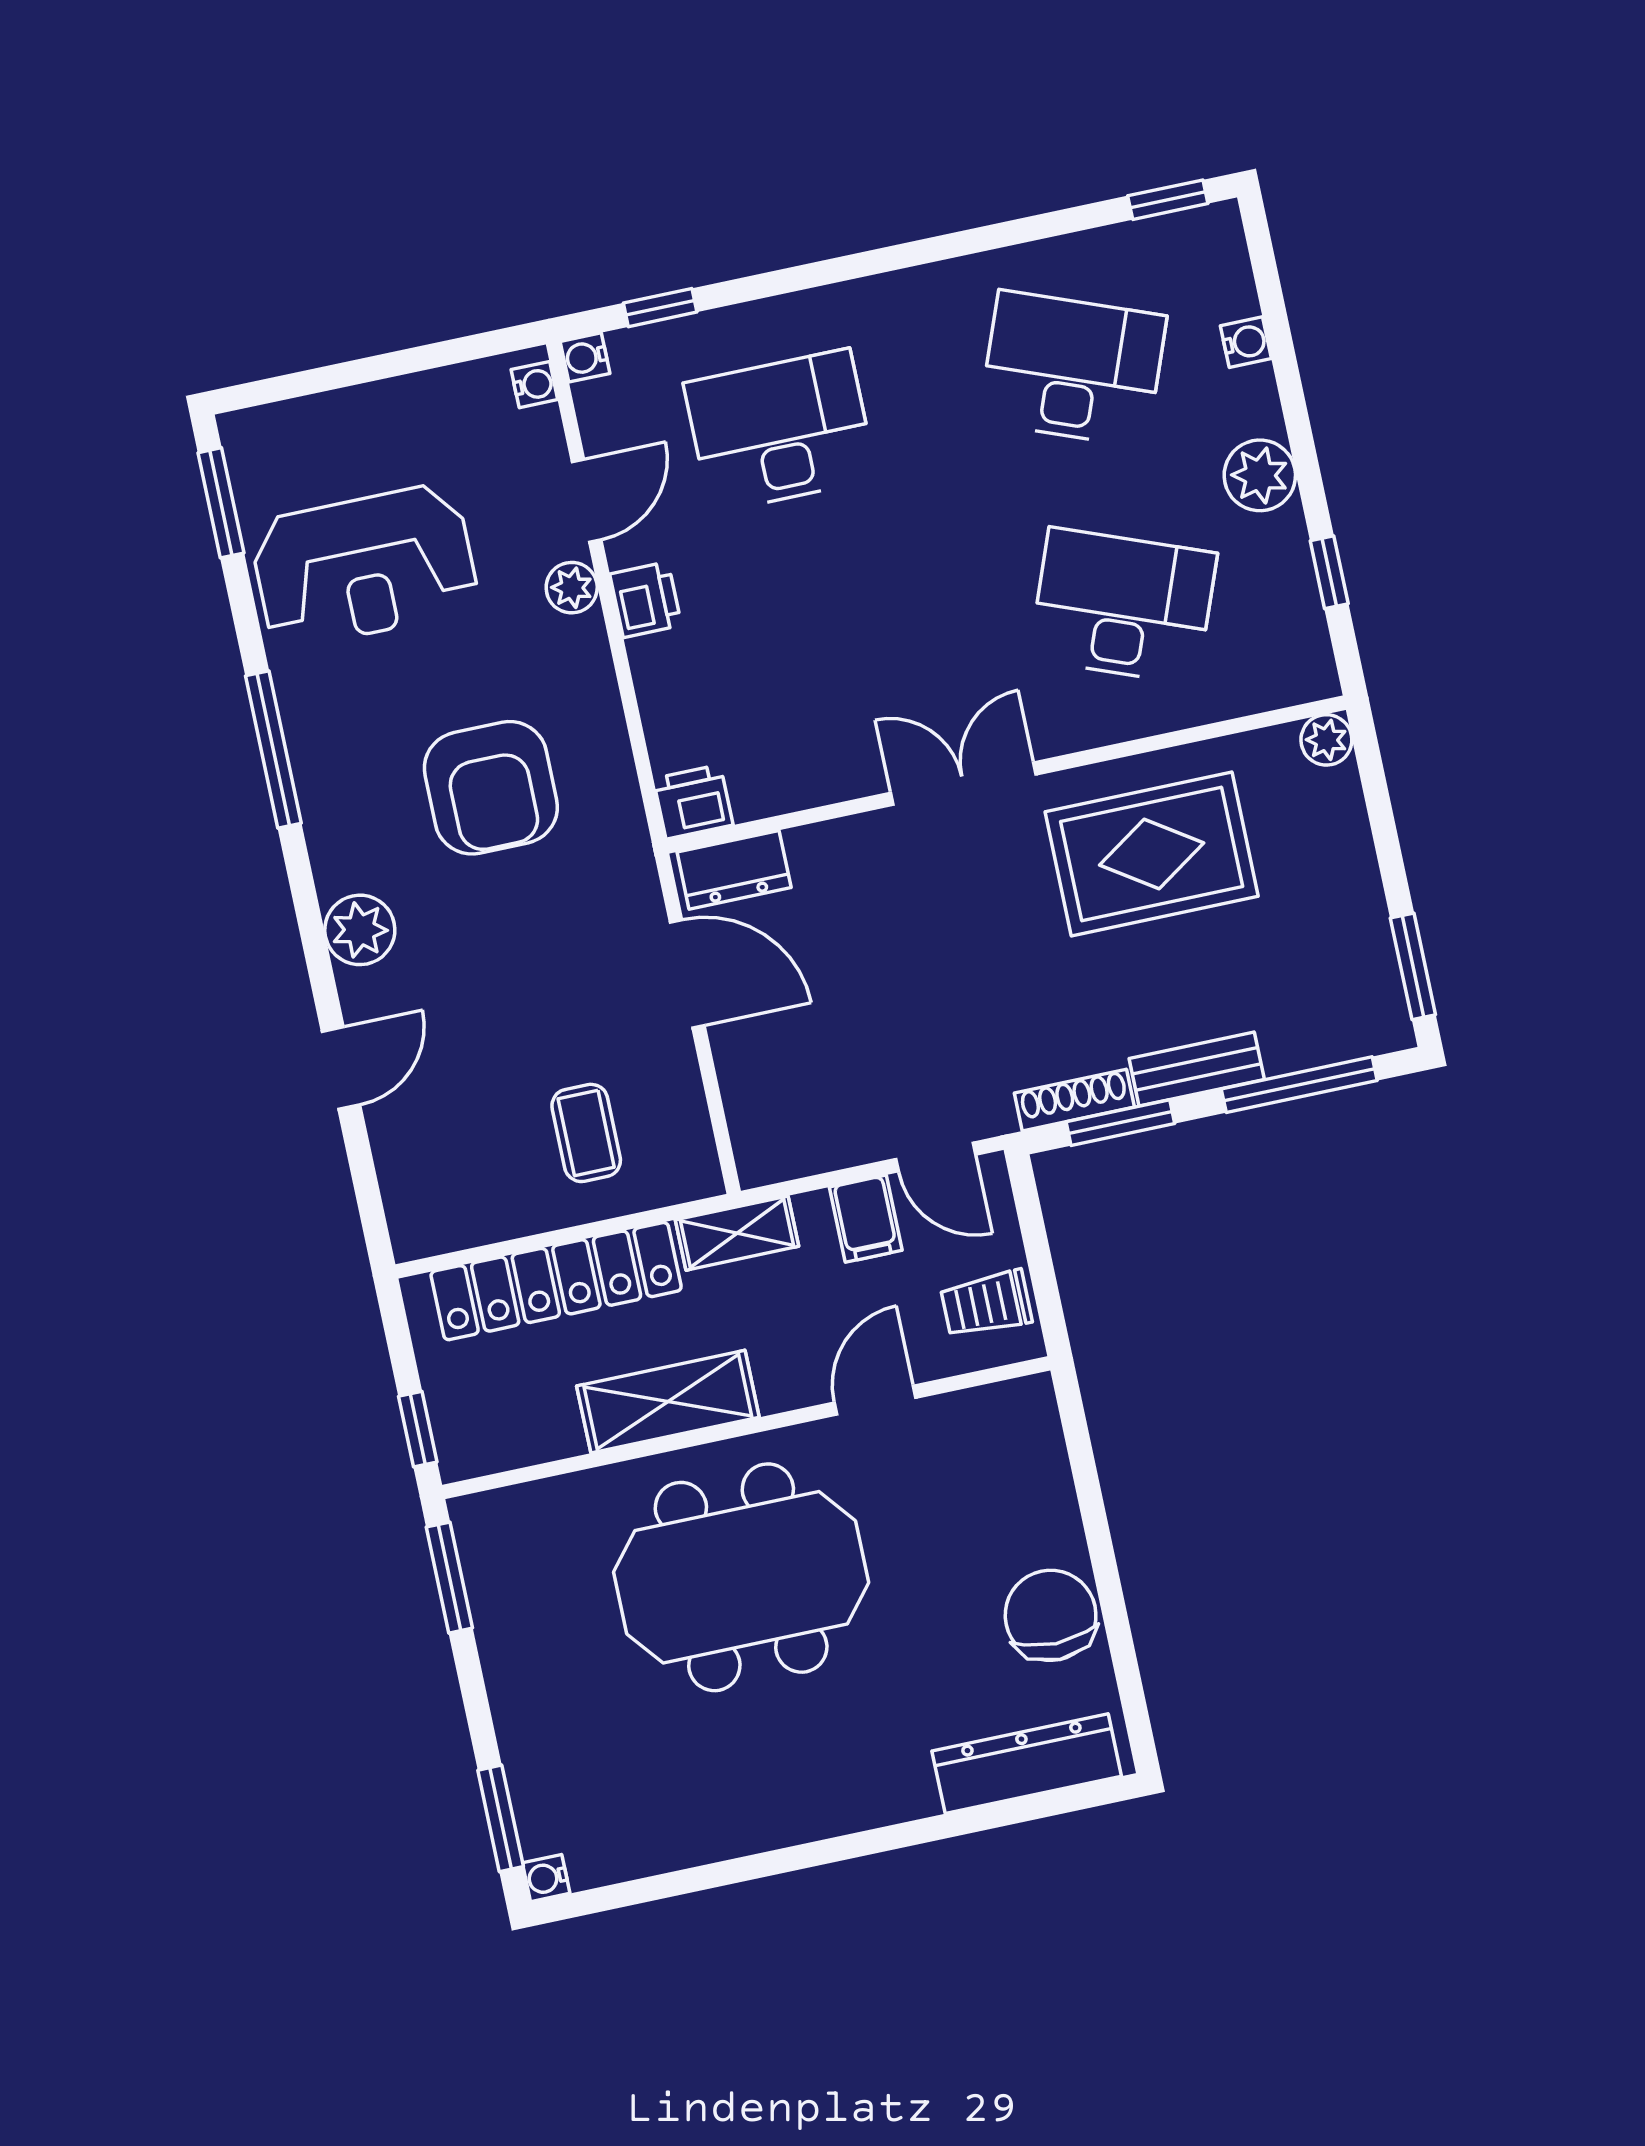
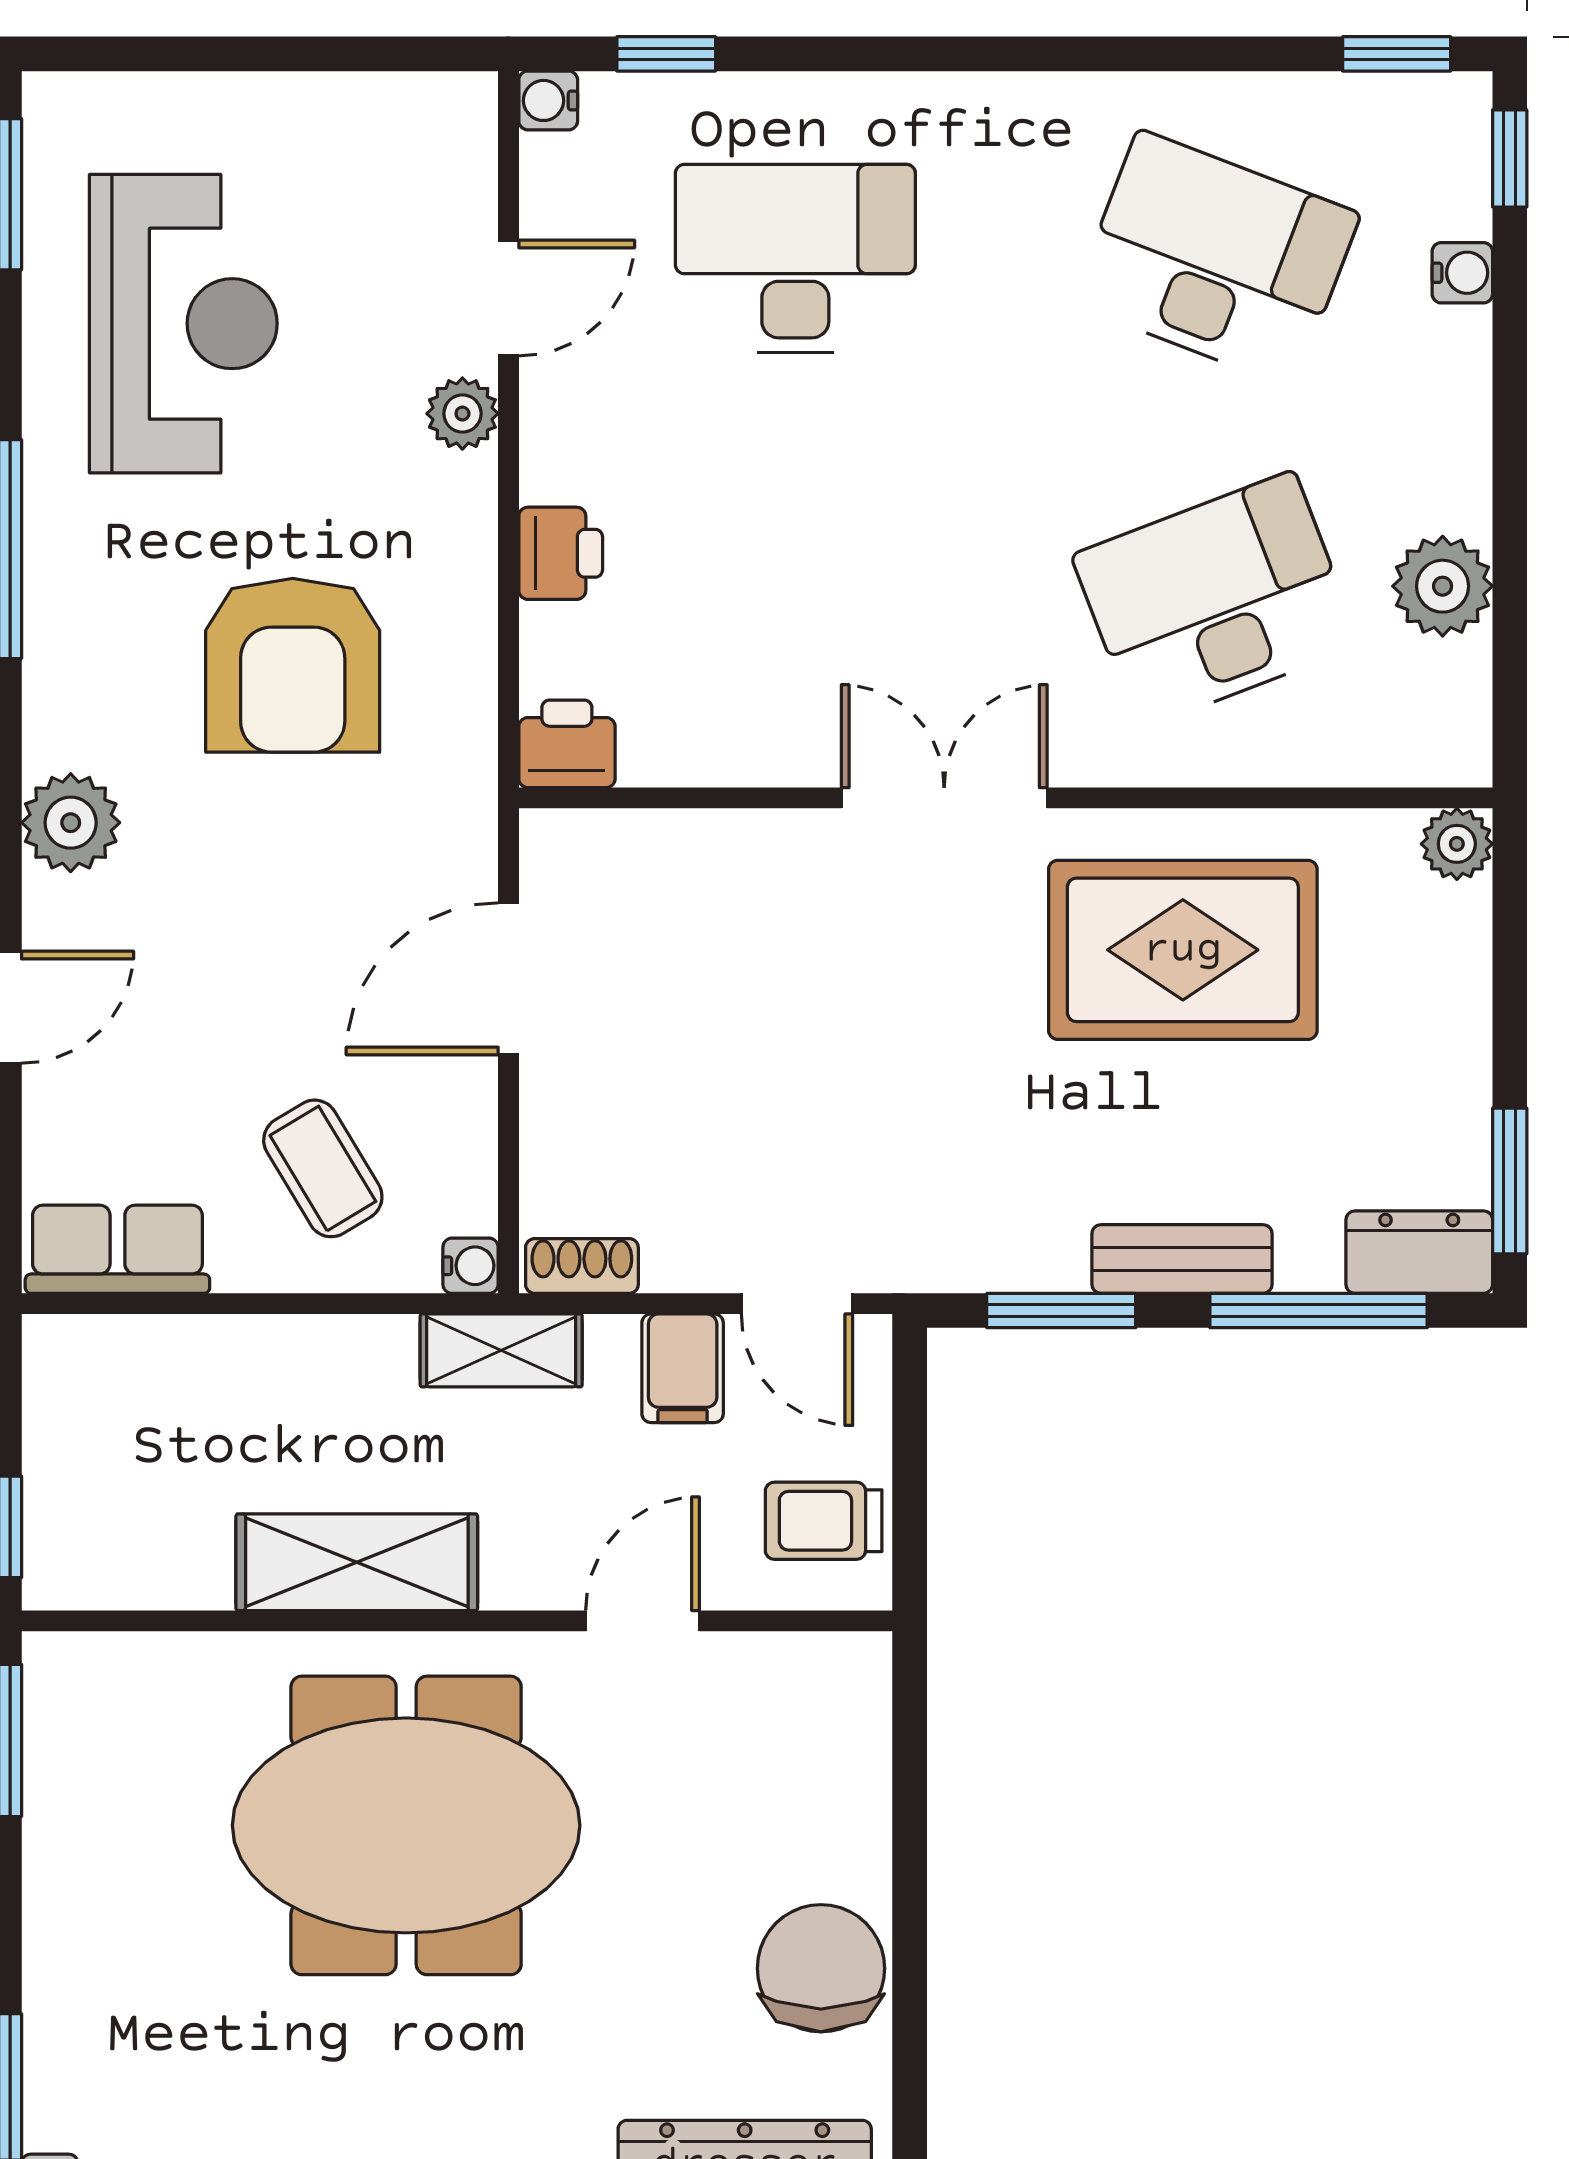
water cooler: (534, 385) -> (471, 1266), moved
plant: (1260, 475) -> (1443, 586), moved
reception desk: (364, 566) -> (183, 324), turned -90
window: (1329, 572) -> (1510, 158), moved
printer: (646, 600) -> (561, 553), moved
desk: (1123, 606) -> (1216, 600), turned -42
dresser: (734, 870) -> (1419, 1252), moved, turned 180
door: (687, 974) -> (508, 979), swing flipped
shoe rack: (1074, 1100) -> (582, 1266), moved, width x0.70
coffee table: (586, 1133) -> (323, 1168), turned -31
row of seats: (455, 1220) -> (117, 1249), added
locker: (556, 1281) -> (238, 1364), removed

